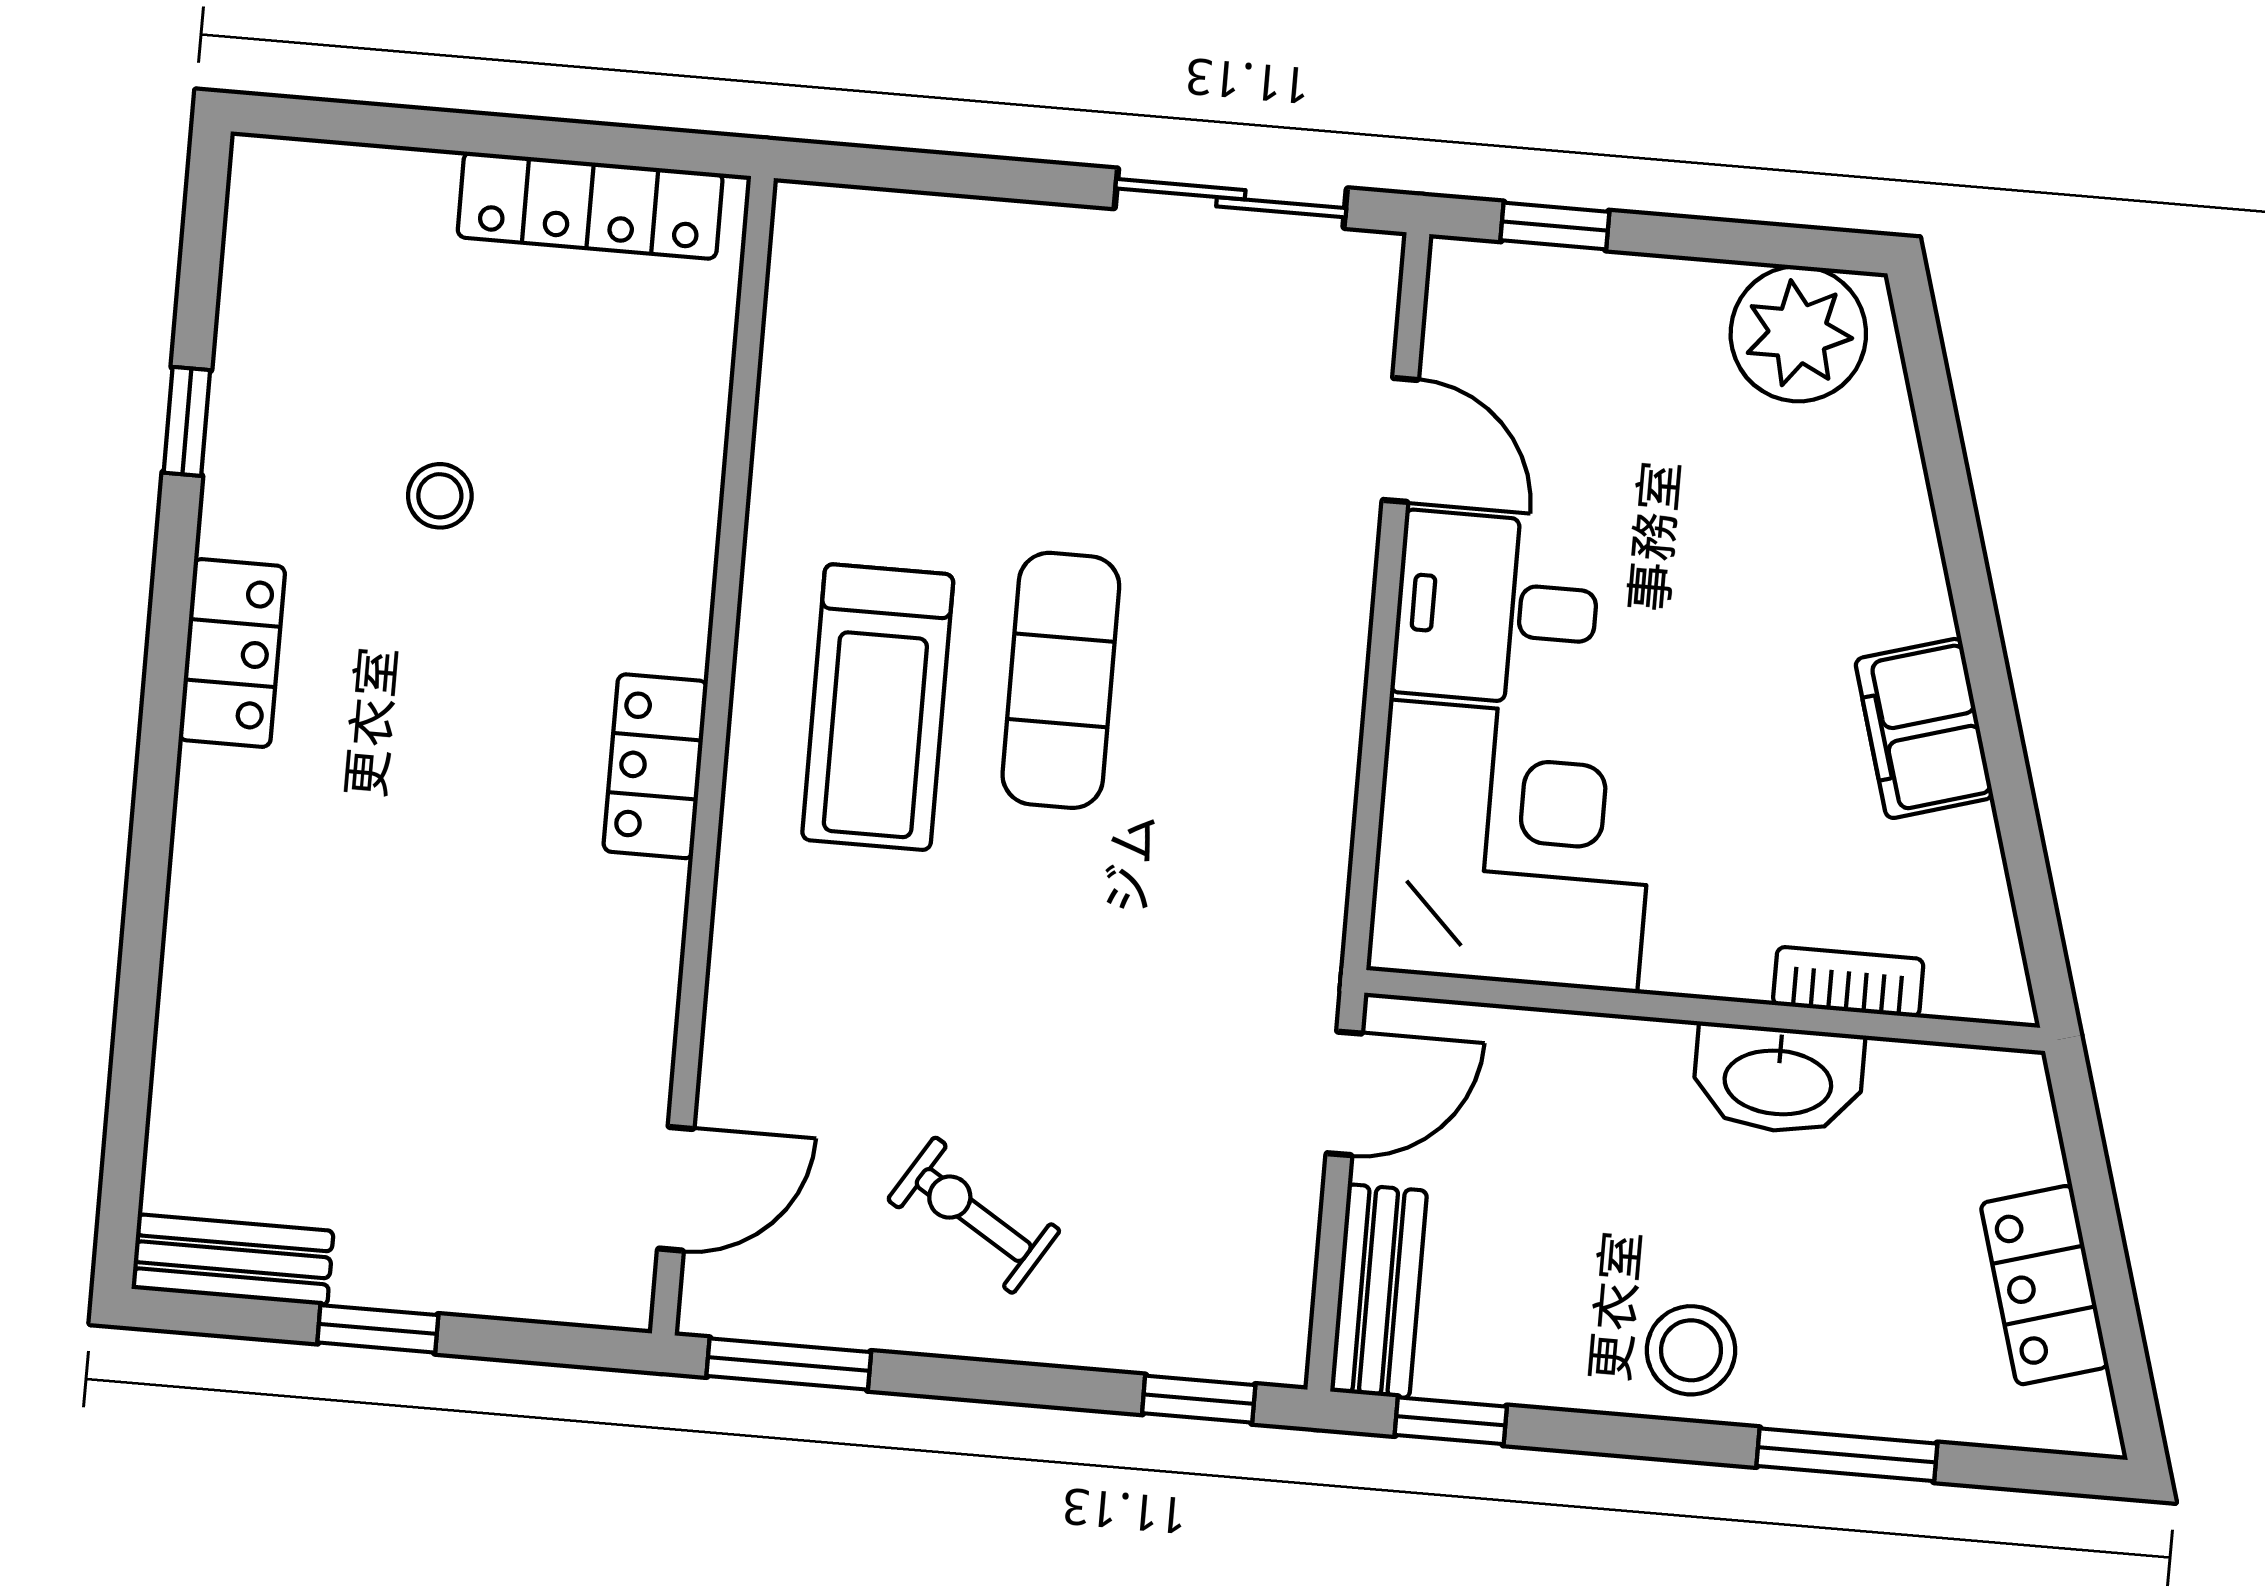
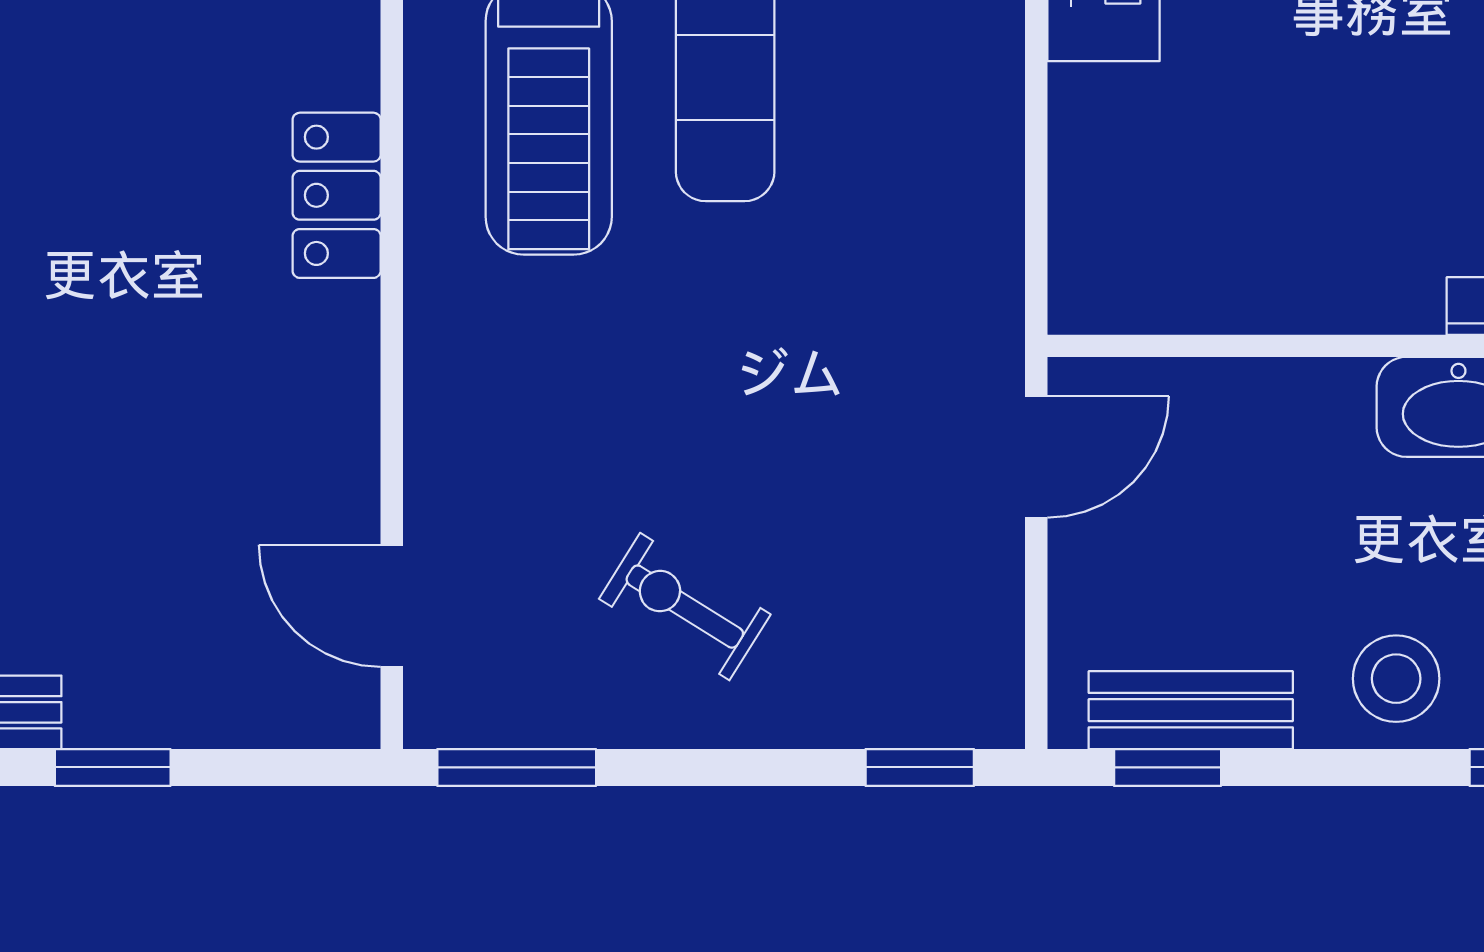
corner desk: (1513, 846) -> (1180, 202), removed
door: (676, 1189) -> (392, 606), swing flipped
bench: (1379, 1291) -> (1191, 710), moved, turned 90

